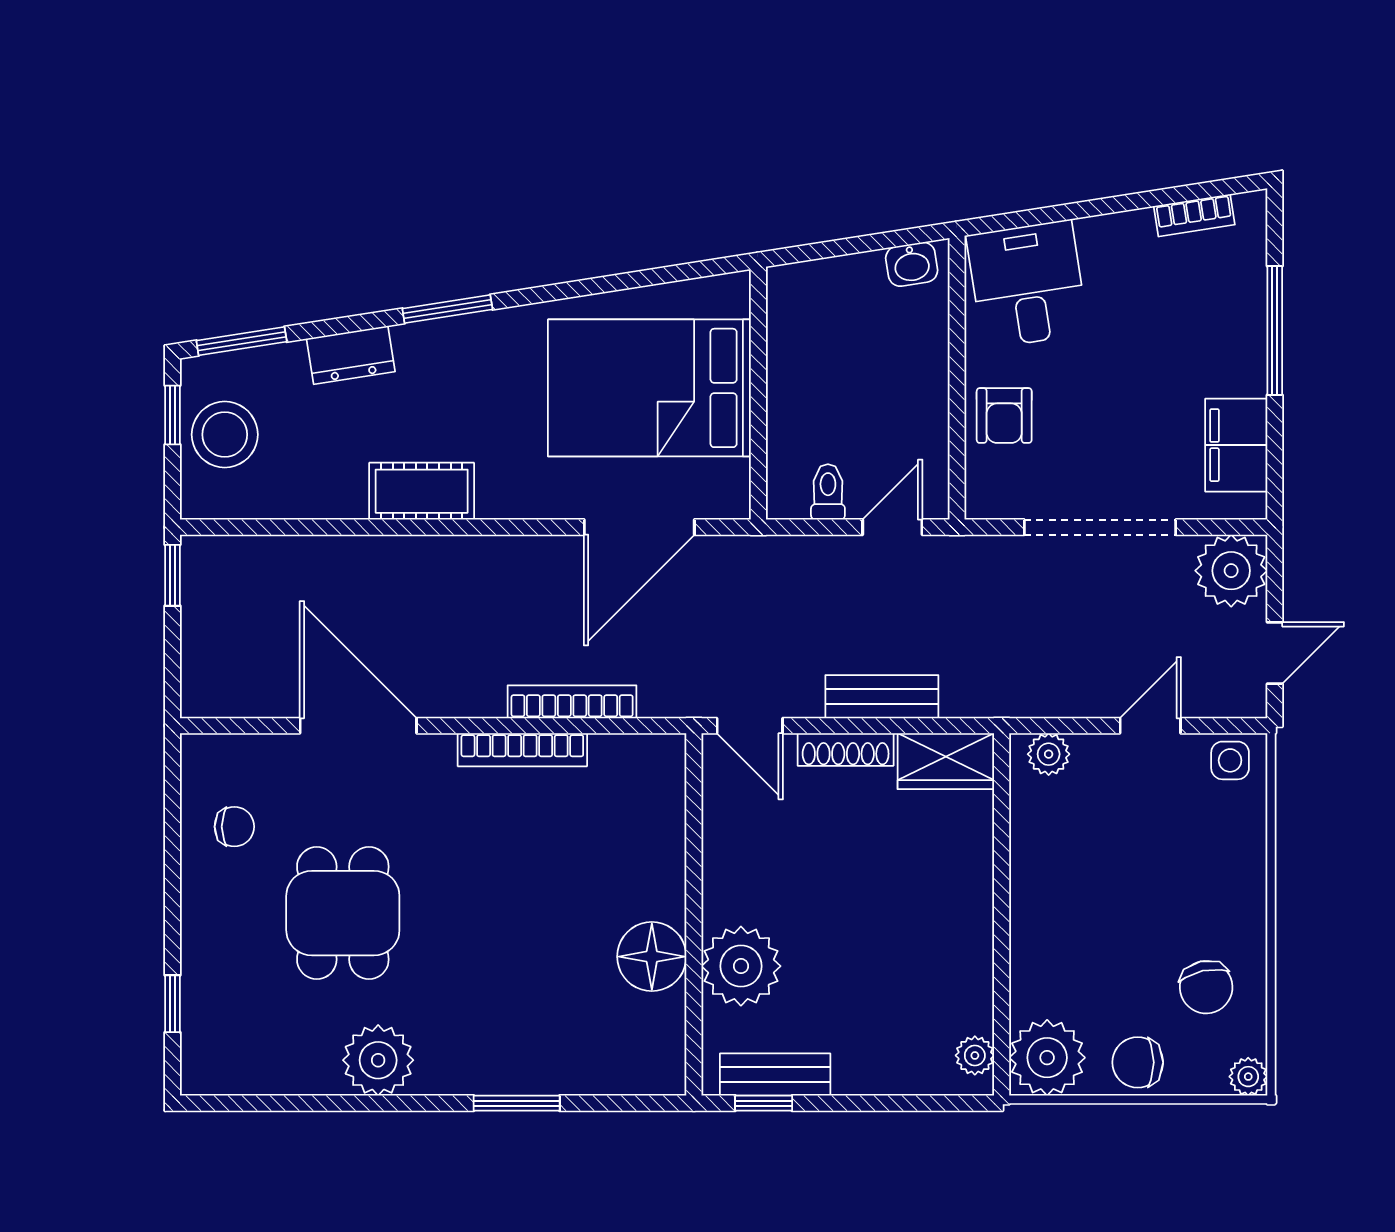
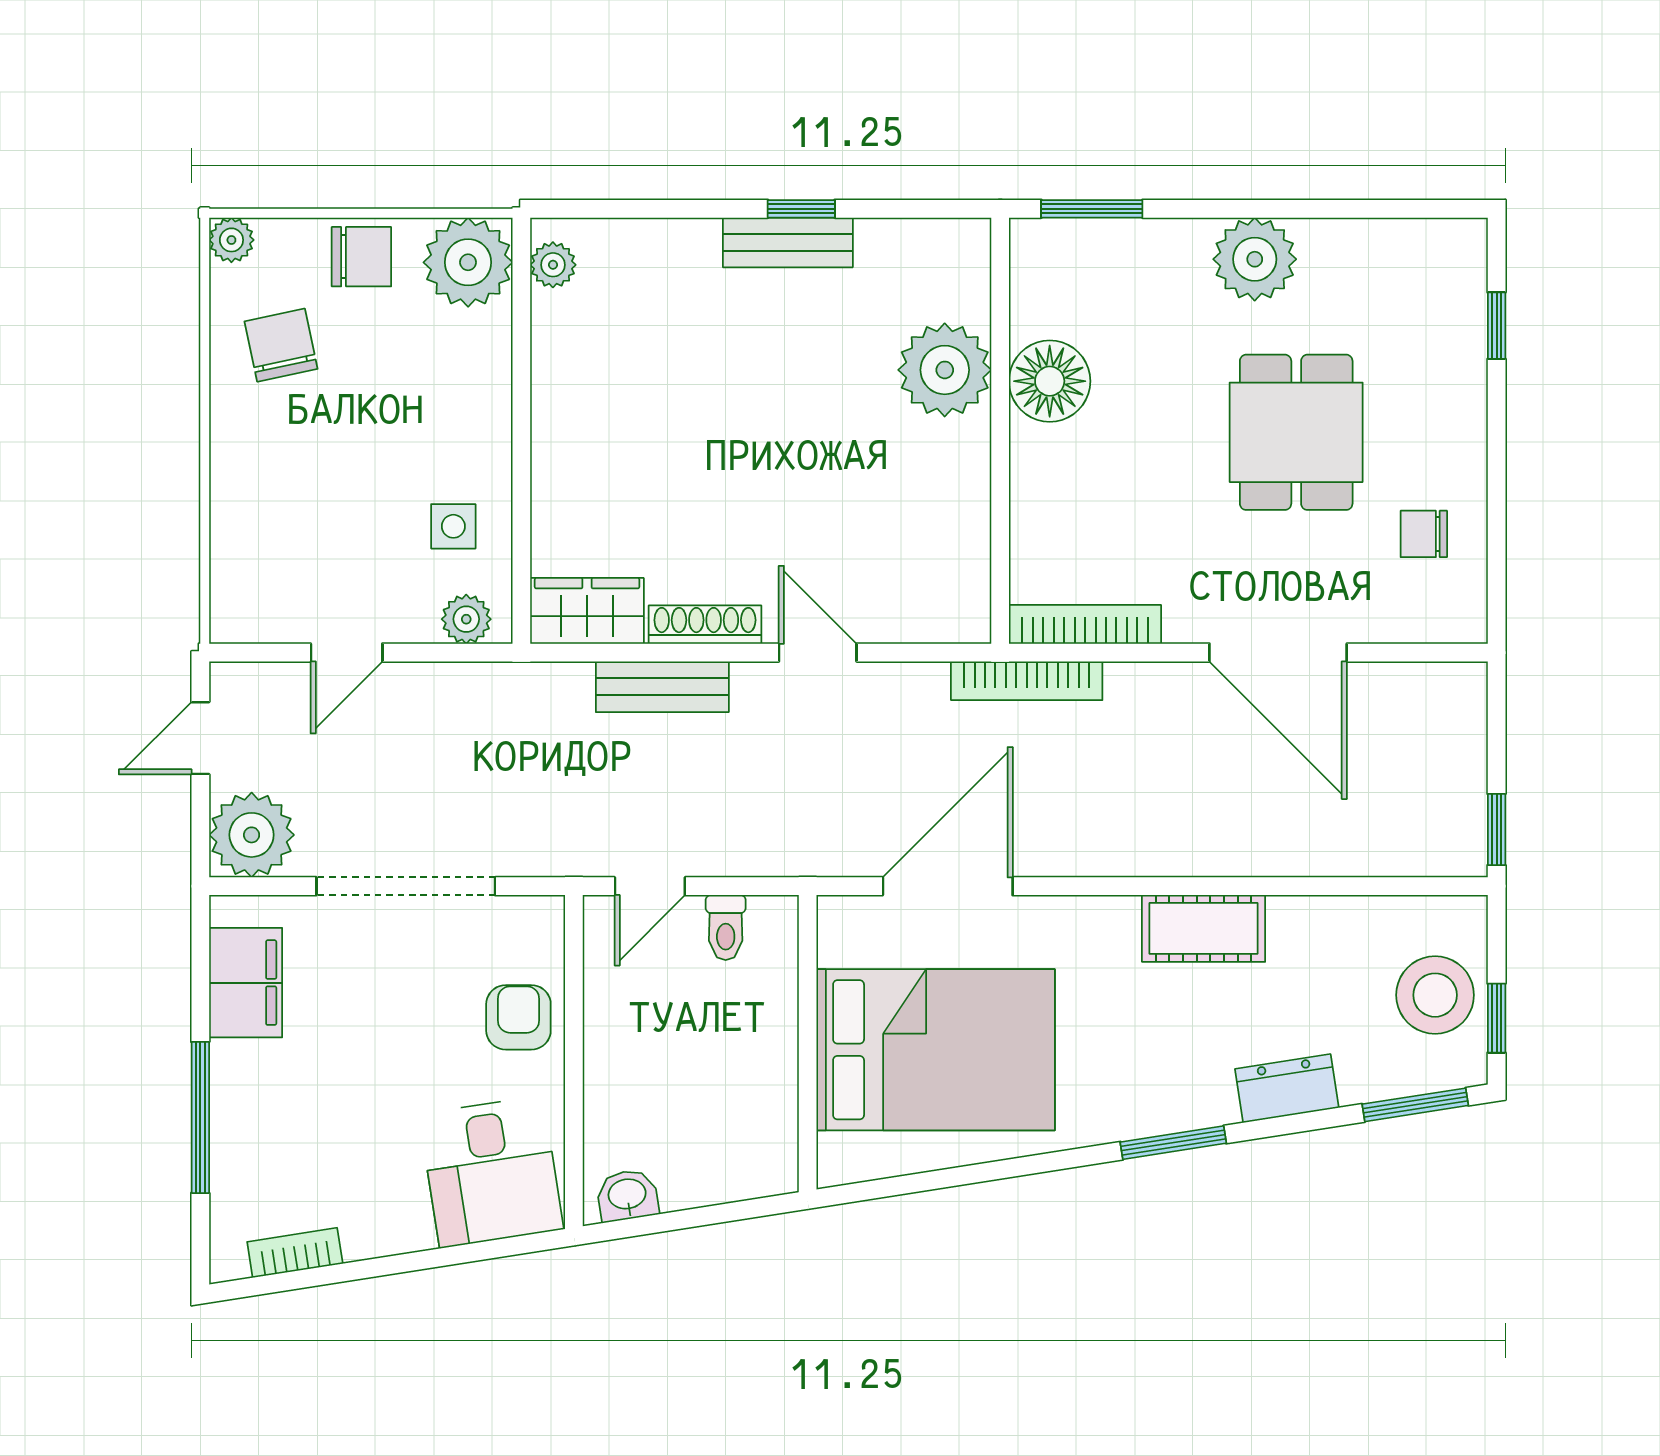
side table: (1230, 760) -> (453, 526), moved
wall: (694, 914) -> (1000, 431), moved
floor lamp: (652, 957) -> (1050, 381), moved
plant: (741, 966) -> (945, 370), moved

